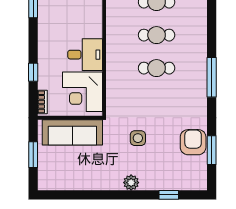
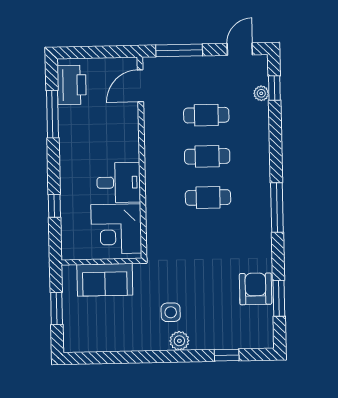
bookcase: (42, 102) -> (67, 243), removed
sofa: (72, 132) -> (105, 280), width x0.73
side table: (138, 138) -> (171, 312), moved

